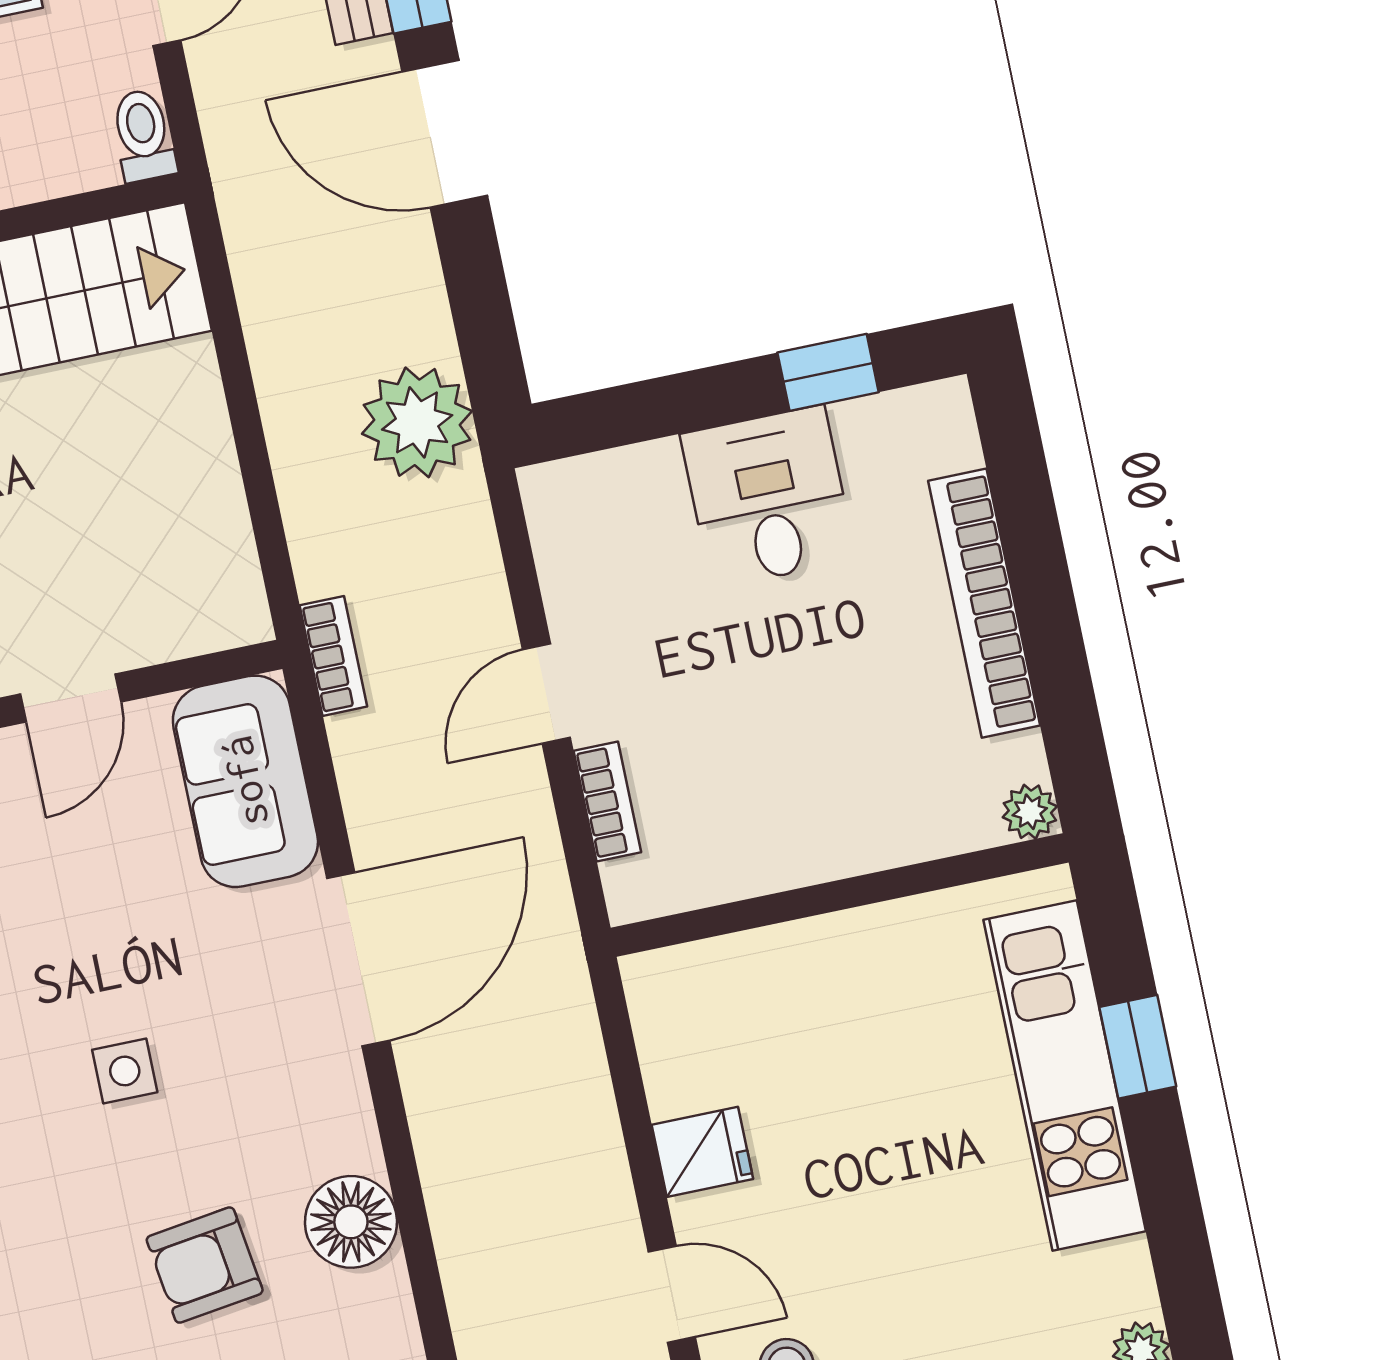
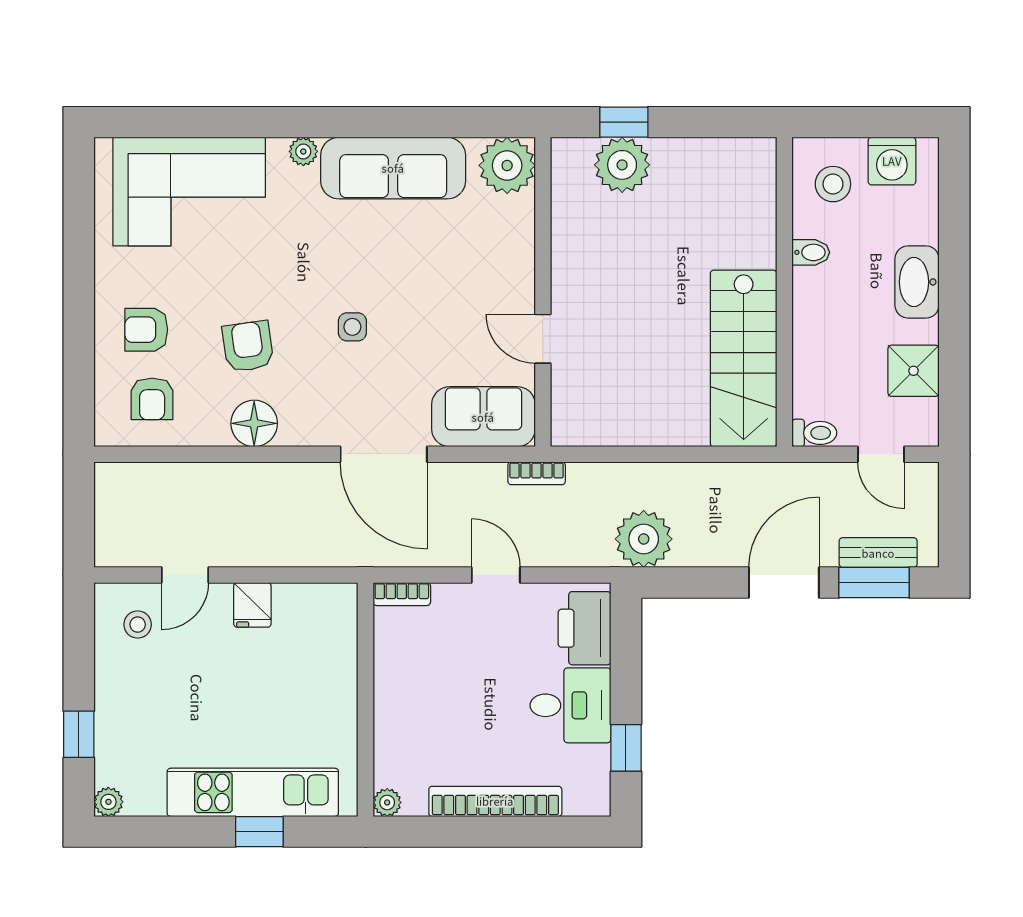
printer: (613, 501) -> (585, 628), added
bookcase: (607, 802) -> (402, 594), moved

